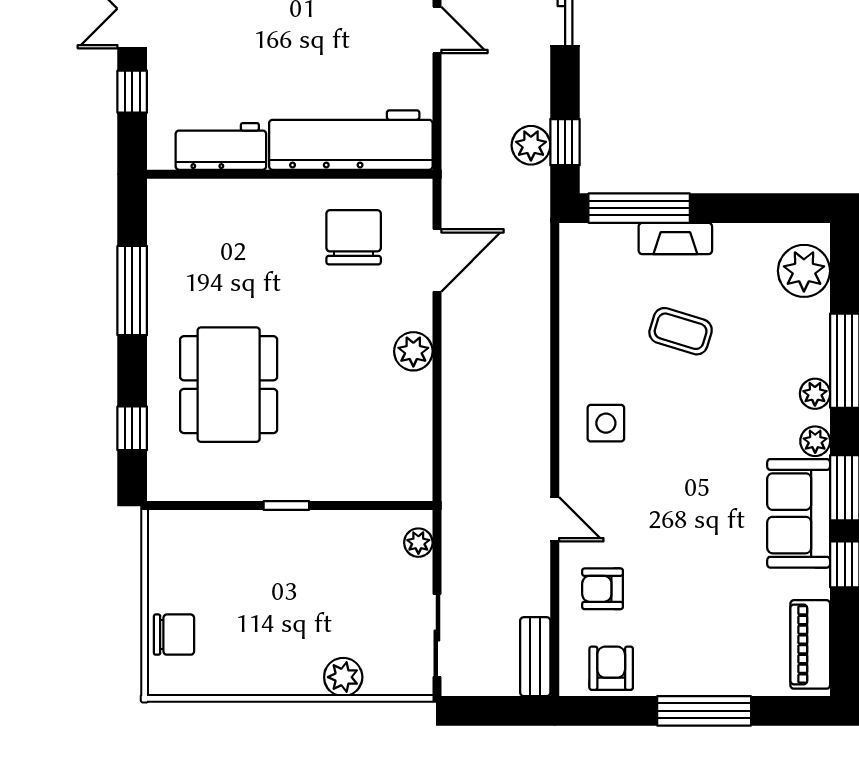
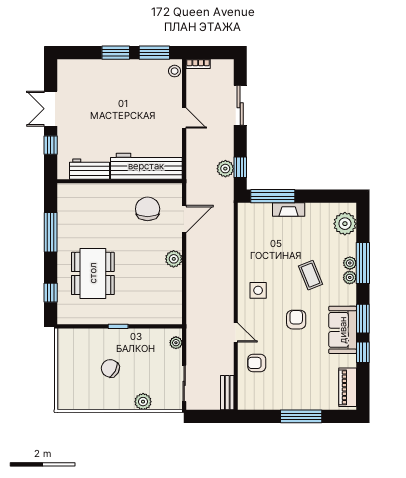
coffee table: (681, 331) -> (310, 275), moved, turned 51
plant: (815, 441) -> (350, 263), moved
chair: (174, 635) -> (110, 368), moved, turned -152
armchair: (611, 668) -> (296, 320), moved

